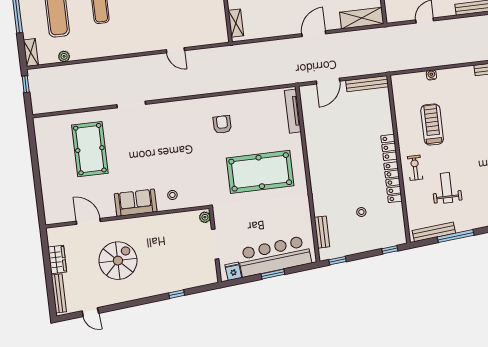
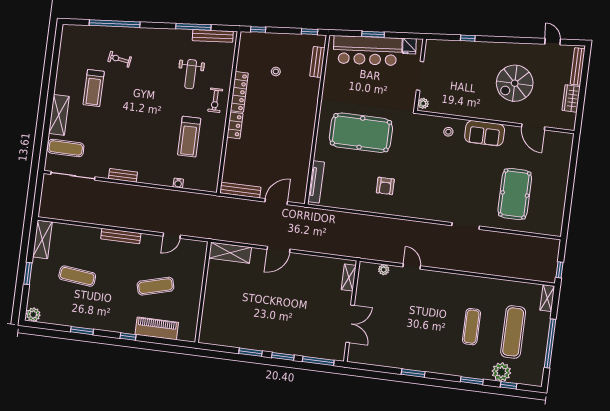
plant: (64, 56) -> (384, 270), moved

